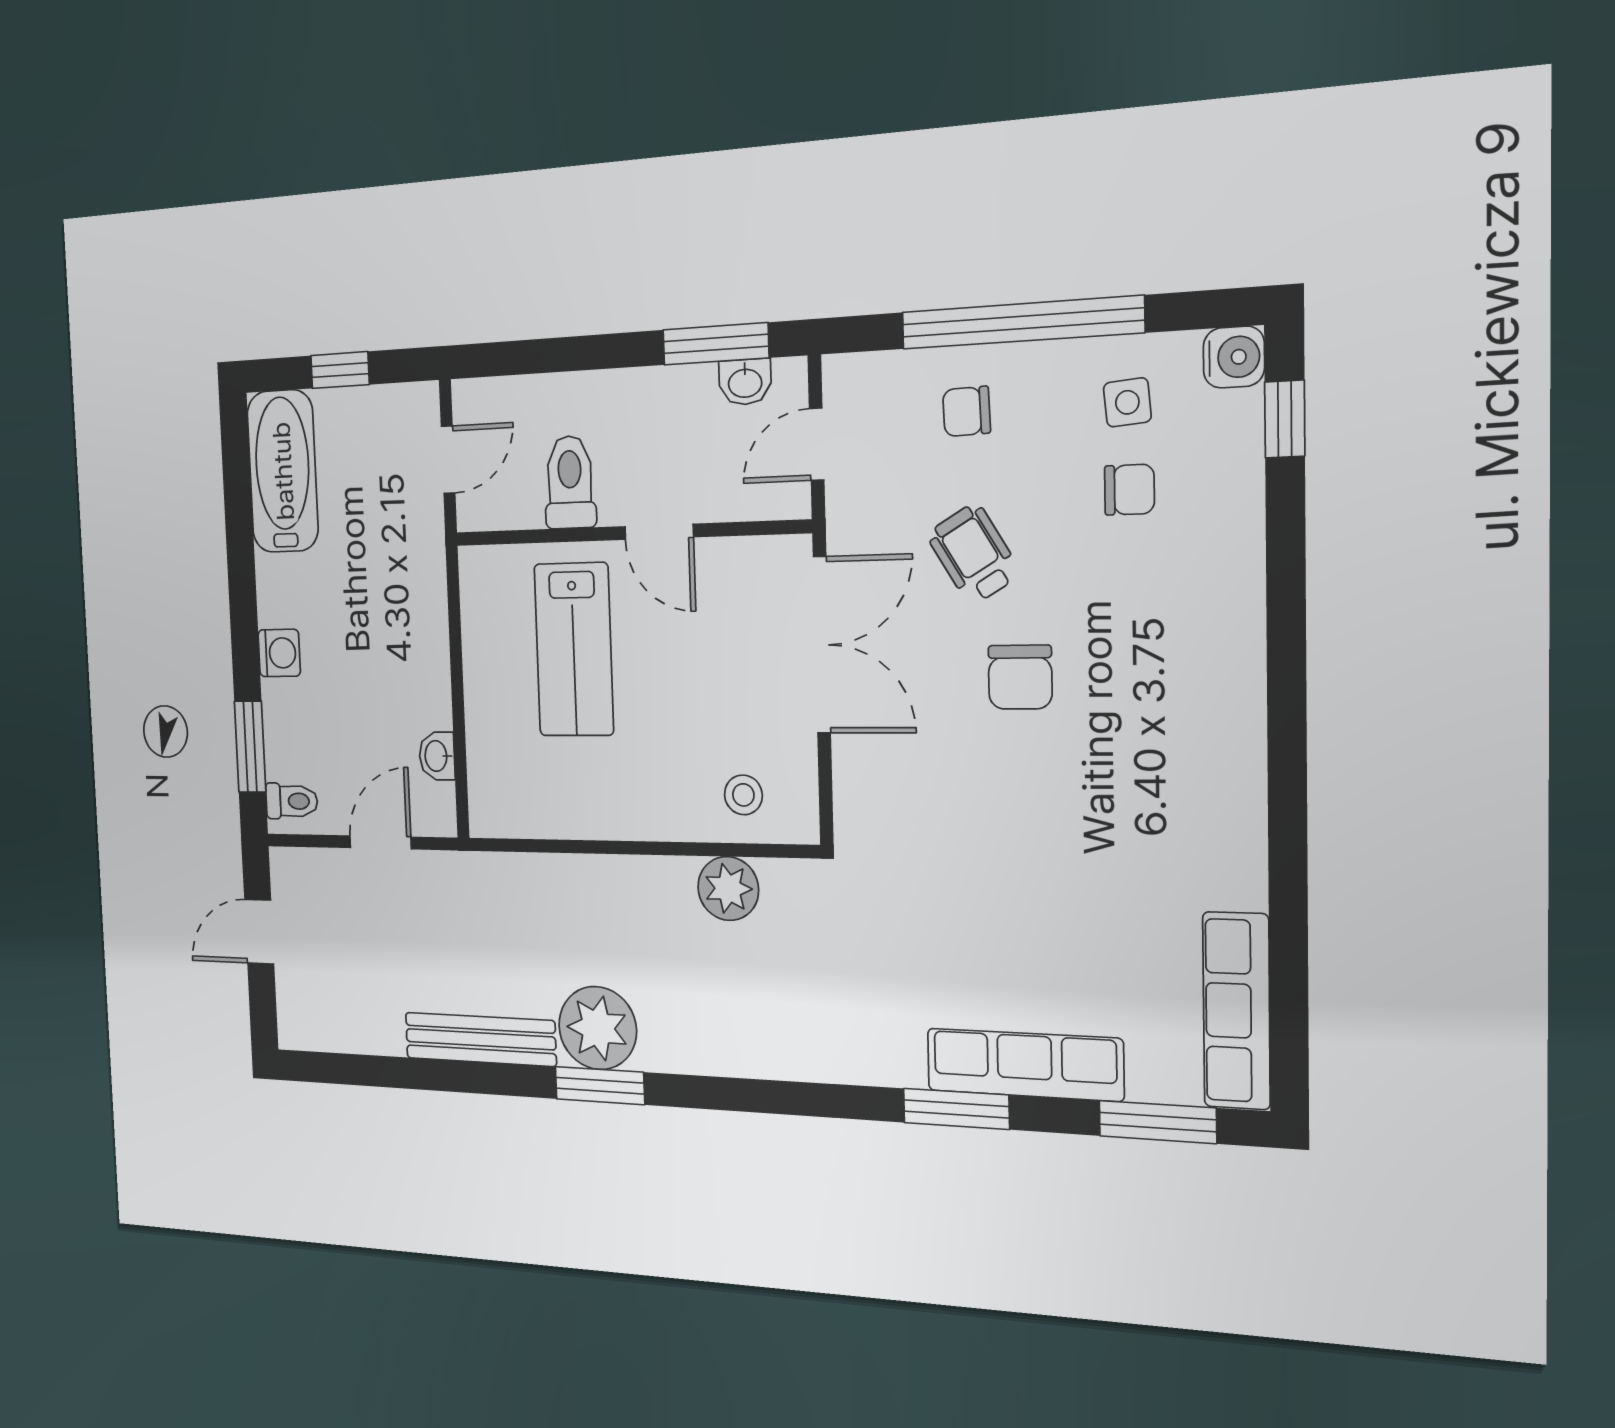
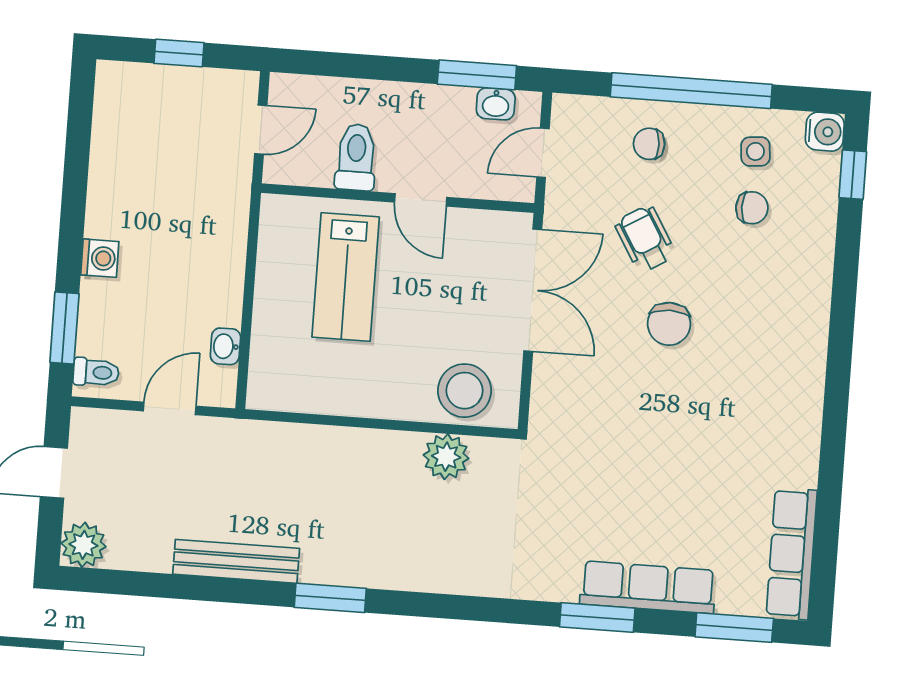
bathtub: (283, 471) -> (120, 122), removed
stool: (743, 795) -> (465, 391), width x1.89, depth x1.89
plant: (598, 1028) -> (83, 545), moved, width x0.73, depth x0.73

